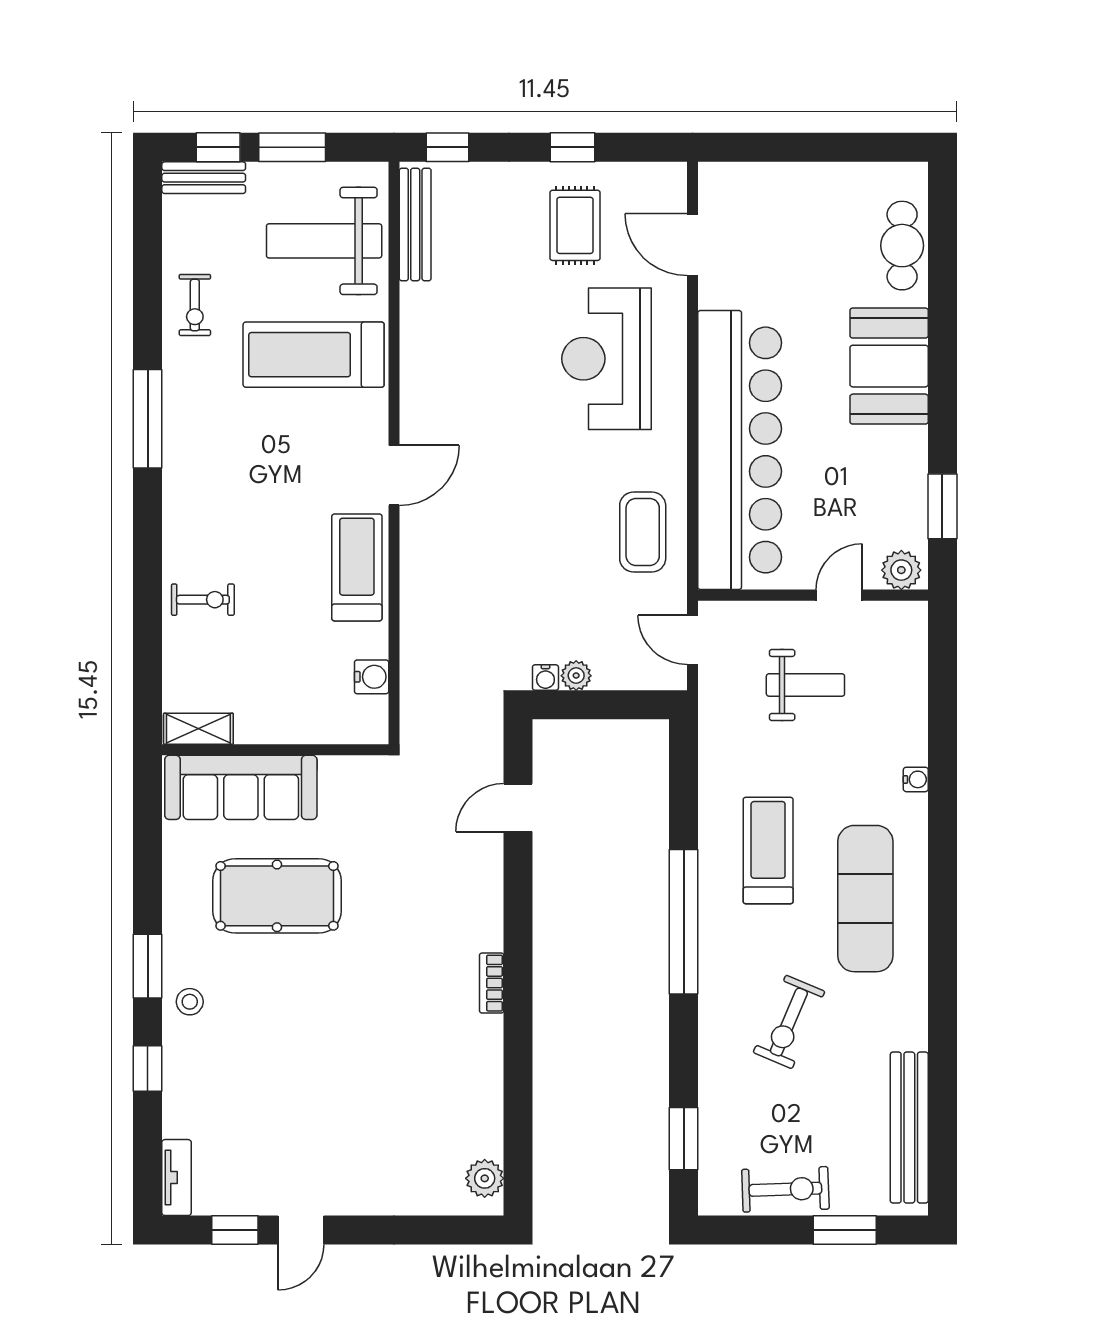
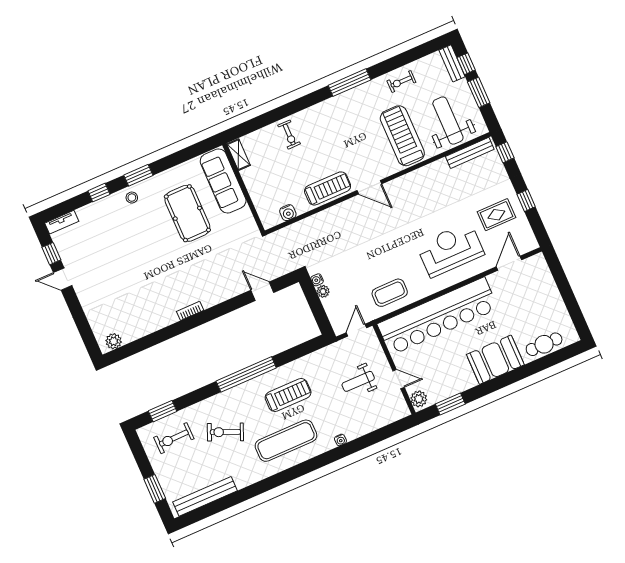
weight bench: (805, 685) -> (358, 381), turned 90
exercise bike: (785, 1189) -> (174, 438), moved, turned 91

